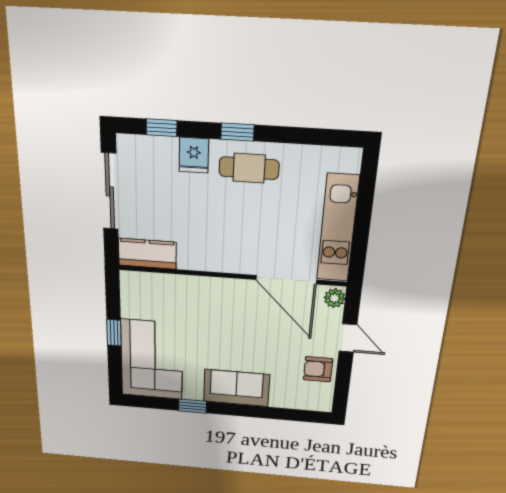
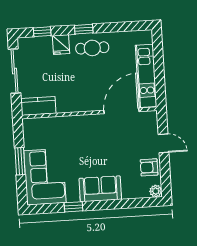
door: (286, 280) -> (122, 111), swing flipped
plant: (335, 298) -> (156, 191), moved
window: (114, 333) -> (20, 161), width x1.50

